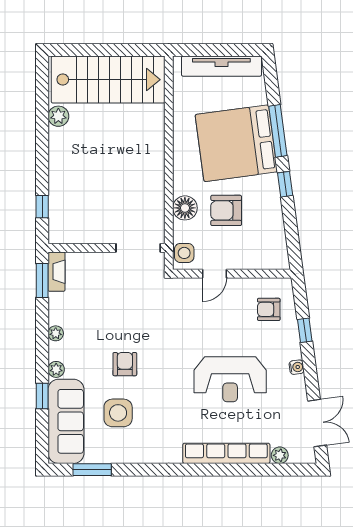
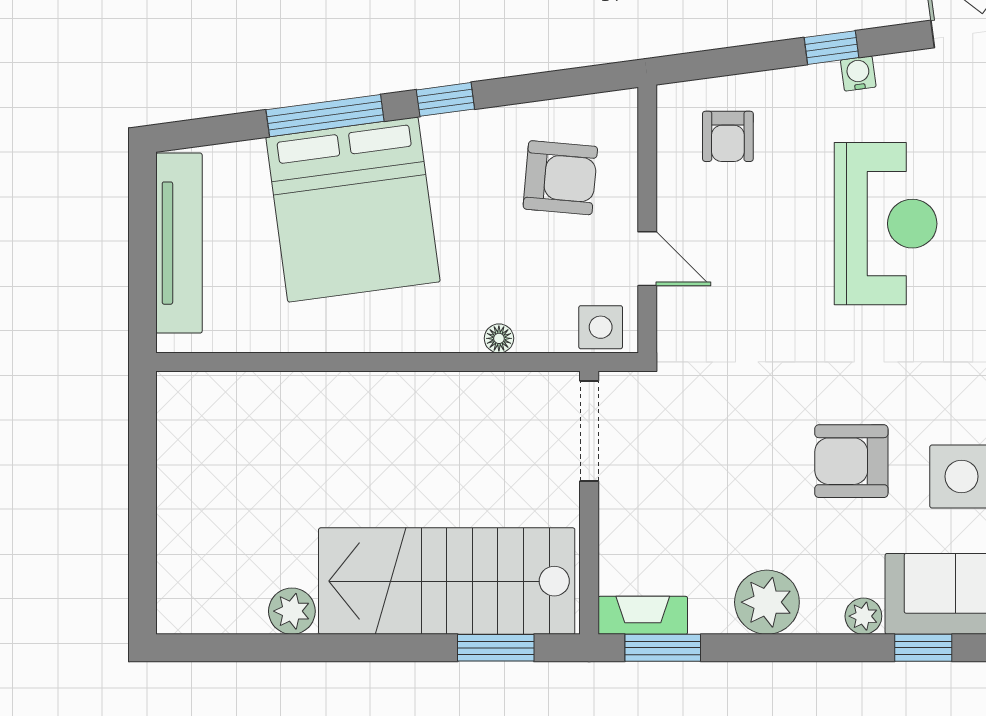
stairs: (108, 80) -> (447, 581), moved, turned -90
window: (42, 207) -> (496, 648), width x1.50
floor lamp: (185, 208) -> (499, 338), width x0.53, depth x0.53
armchair: (226, 210) -> (560, 178), moved, turned -85
window: (305, 330) -> (831, 48), moved
plant: (56, 333) -> (767, 602), width x1.88, depth x1.88
armchair: (125, 364) -> (851, 461), width x1.38, depth x1.38

